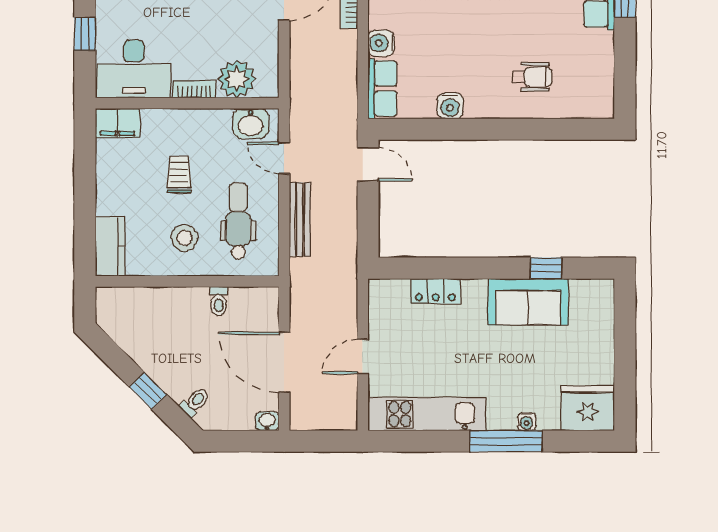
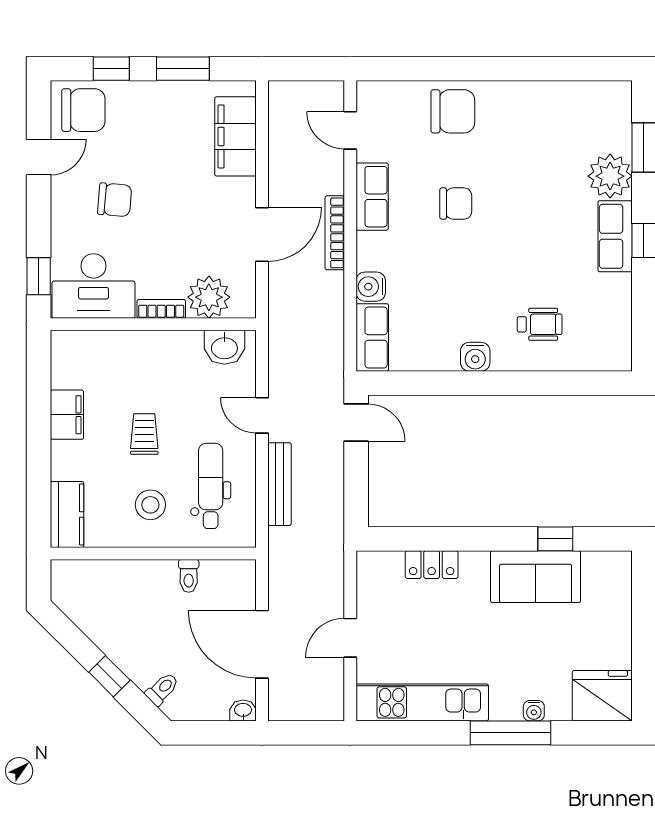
desk: (134, 69) -> (94, 286), moved
plant: (237, 79) -> (209, 297), moved
bookcase: (194, 89) -> (161, 309), moved
wall: (187, 103) -> (153, 324), moved
water cooler: (450, 106) -> (475, 357), moved
filing cabinet: (117, 123) -> (67, 415), moved, turned -90
washbasin: (251, 123) -> (224, 347), moved

